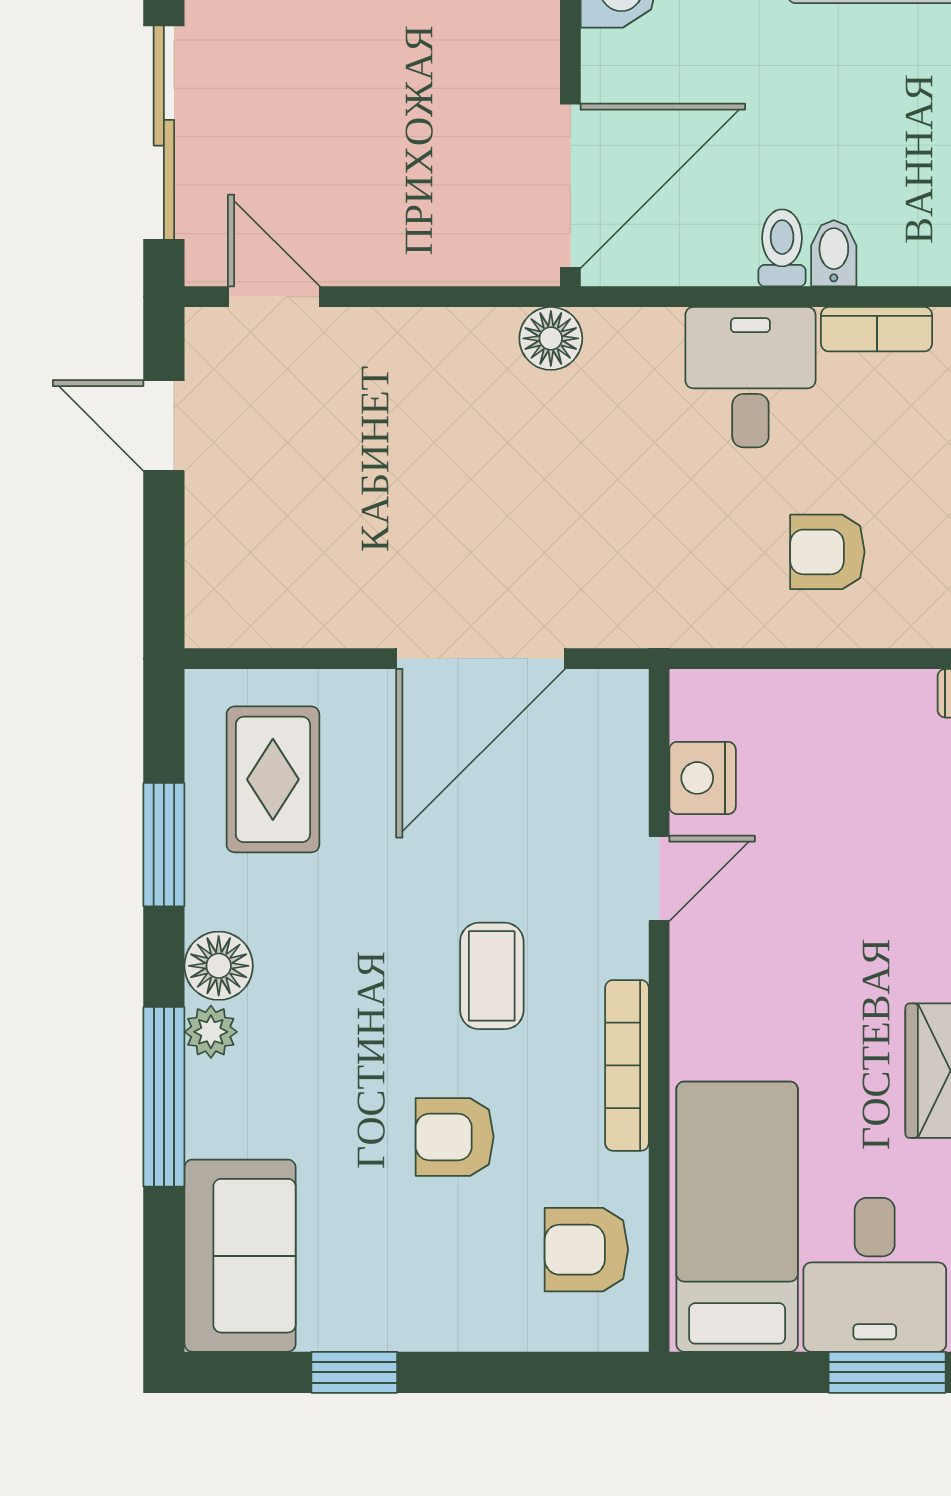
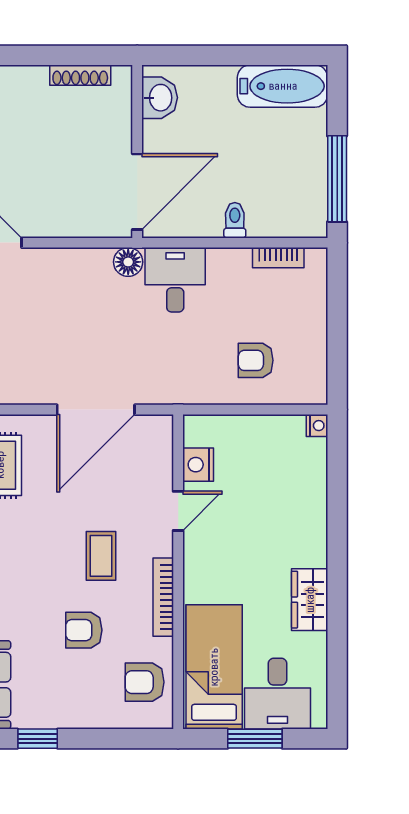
bidet: (834, 253) -> (259, 223), removed
desk: (750, 377) -> (175, 280), moved
window: (887, 1372) -> (255, 739), moved

